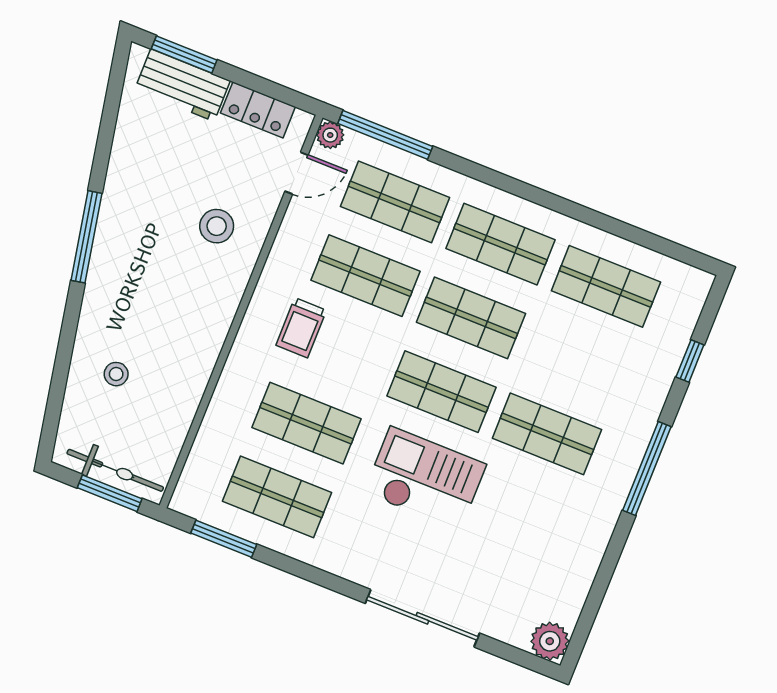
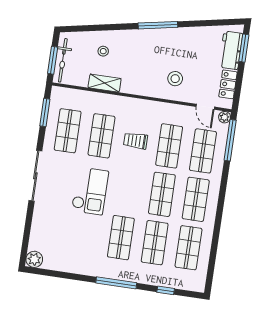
trolley: (301, 328) -> (136, 141), moved
shelving: (189, 388) -> (105, 83), added
shop shelf: (441, 392) -> (155, 243), moved
sliding door: (422, 618) -> (35, 176), moved

